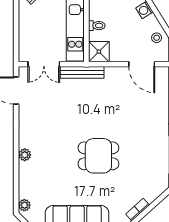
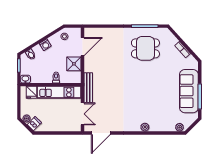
shower: (99, 52) -> (74, 64), moved
dining table: (98, 156) -> (145, 48), moved, turned 90

